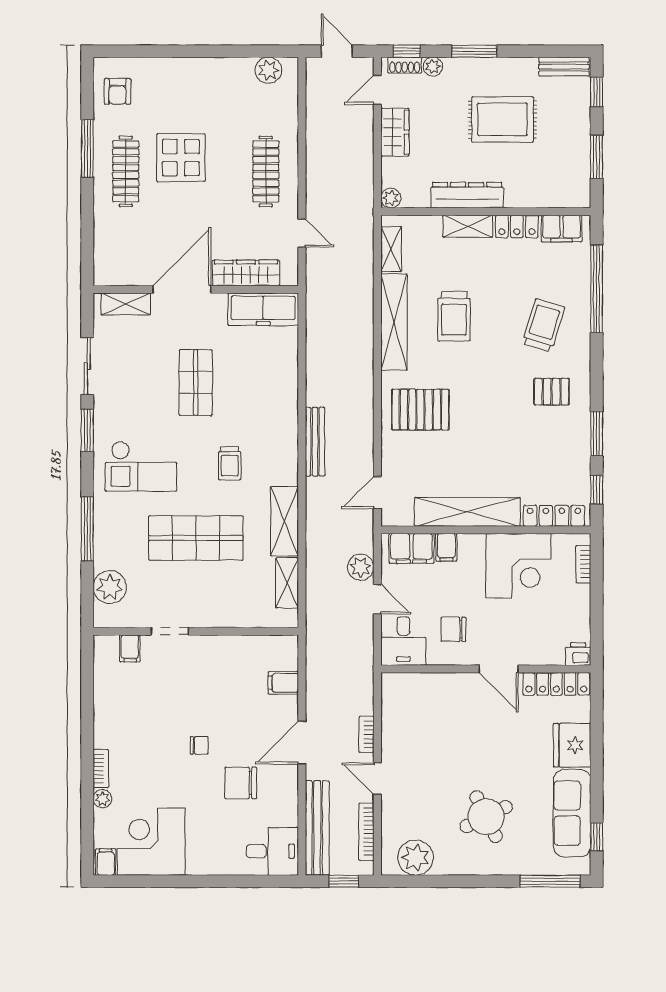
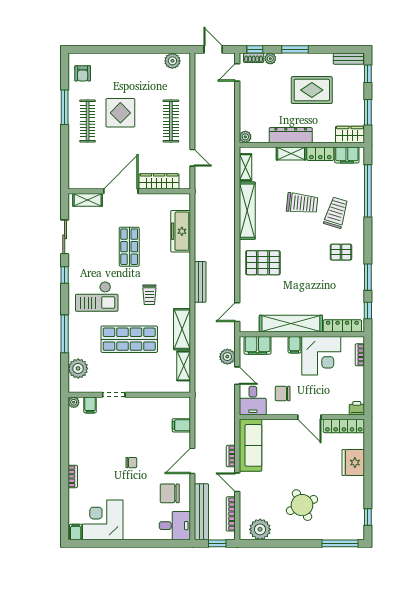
wardrobe: (395, 132) -> (350, 134), moved, turned -90
freezer: (263, 309) -> (181, 231), moved, turned 90
trolley: (454, 316) -> (302, 203), moved, turned -84
window: (87, 430) -> (65, 275), width x0.67
filing cabinet: (446, 547) -> (294, 345), moved
chair: (241, 783) -> (170, 493), moved
plant: (102, 799) -> (74, 402), moved
sofa: (572, 813) -> (250, 445), moved, turned 180

